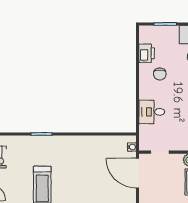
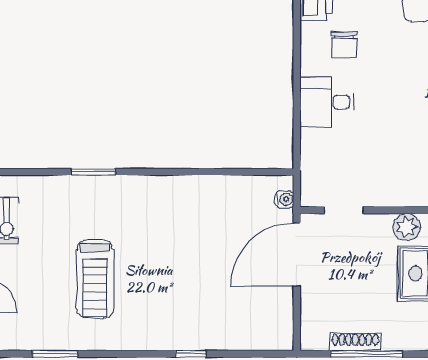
desk: (152, 112) -> (327, 102), moved
door: (137, 173) -> (297, 255), hinge flipped

